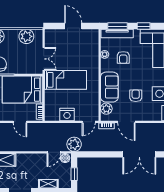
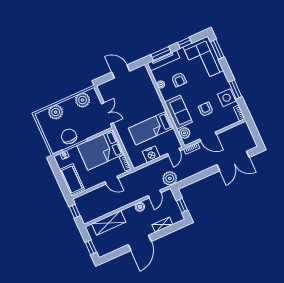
bed: (66, 80) -> (151, 128), moved, turned 180
boiler: (65, 158) -> (140, 207), moved

